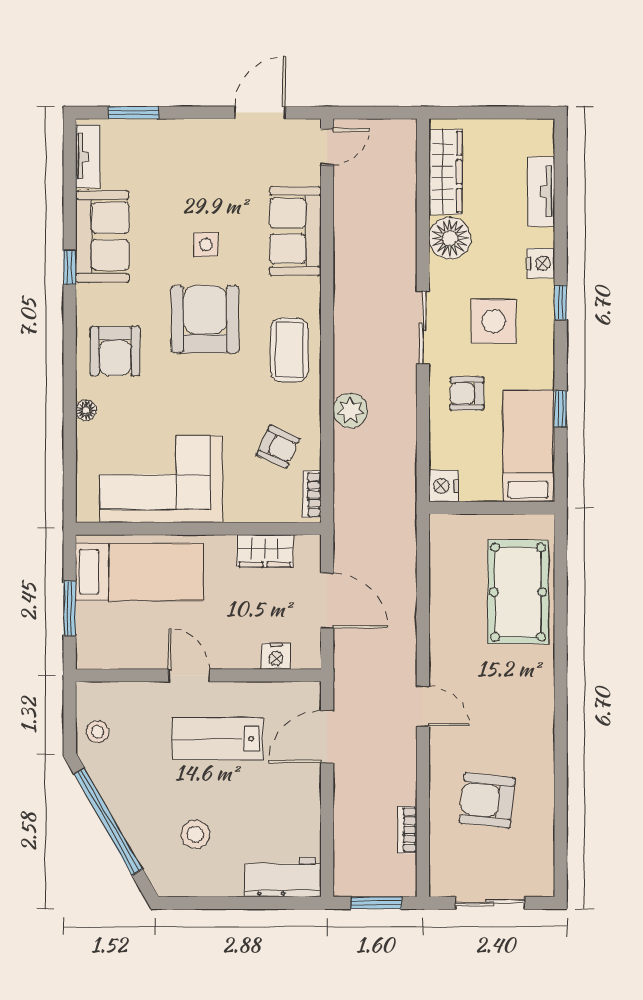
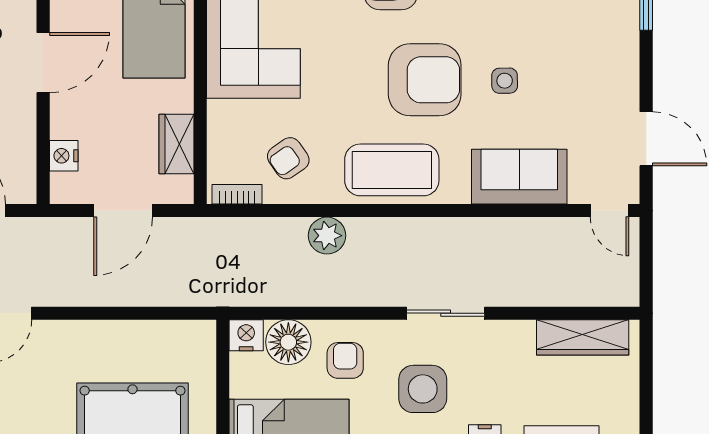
floor lamp: (450, 238) -> (288, 342), moved
sliding door: (423, 327) -> (446, 313), moved
coffee table: (289, 350) -> (392, 170), width x1.36, depth x1.32
armchair: (278, 447) -> (288, 158), turned 31
door: (189, 675) -> (43, 63), width x1.38

